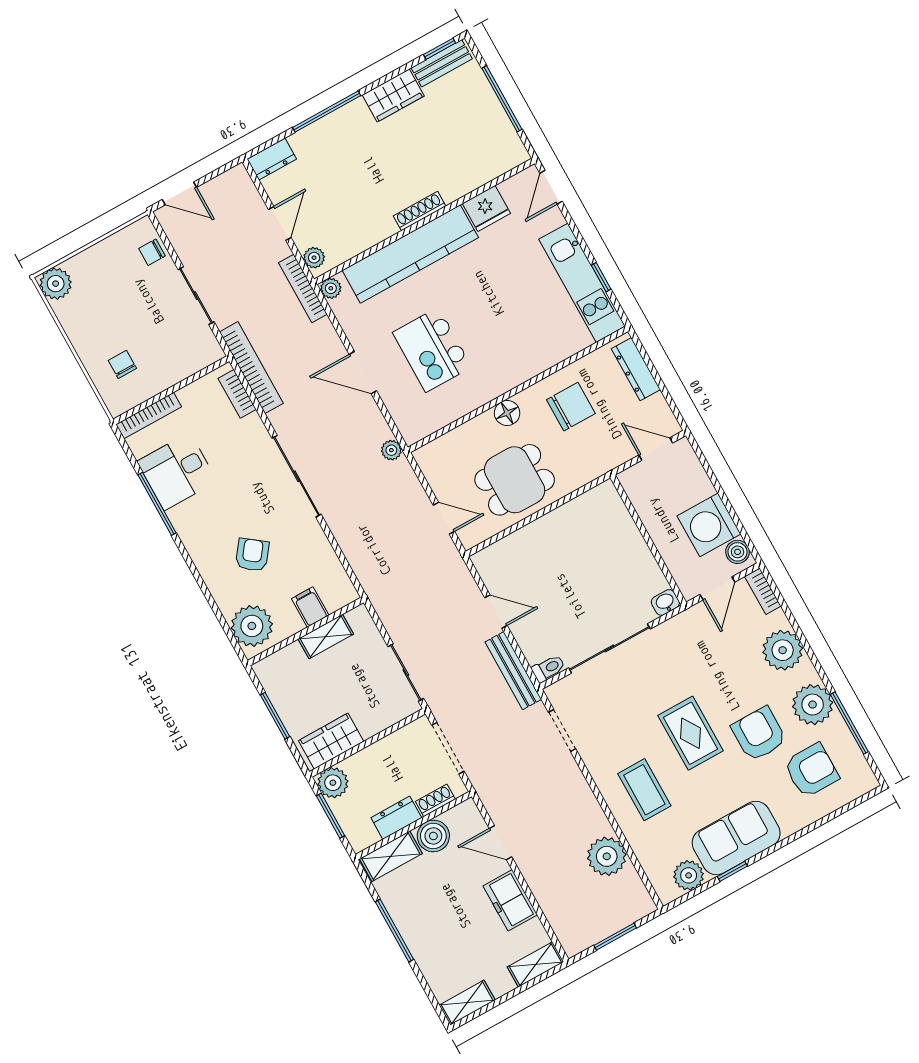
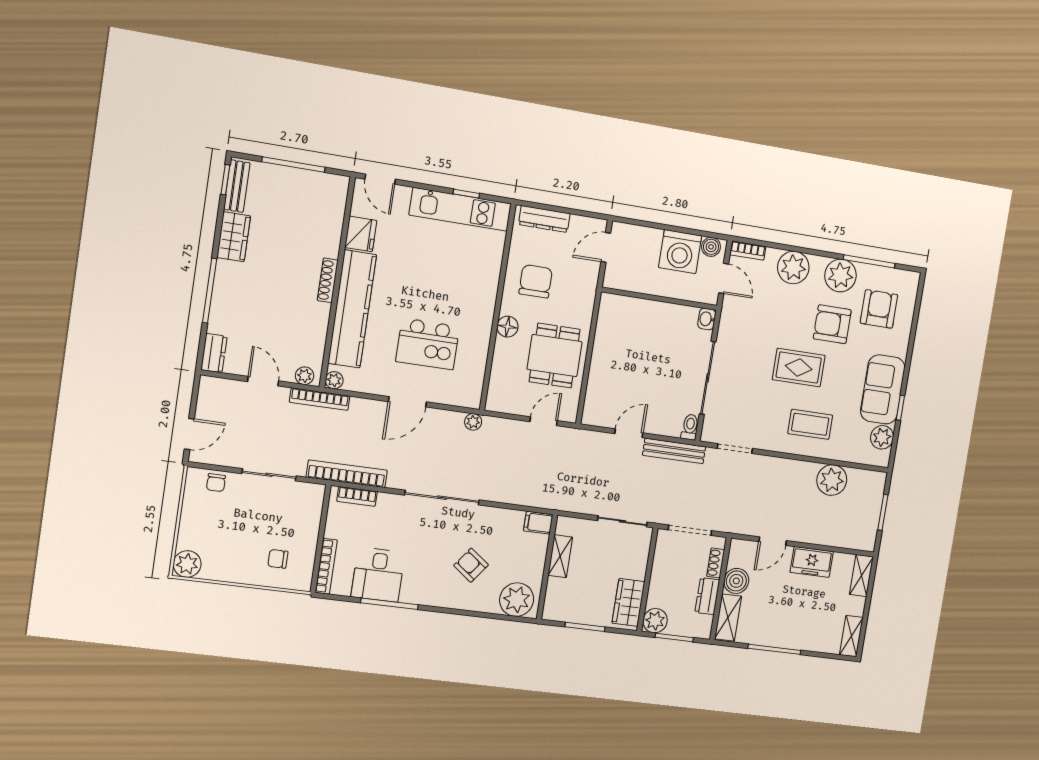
filing cabinet: (310, 607) -> (538, 523), moved

